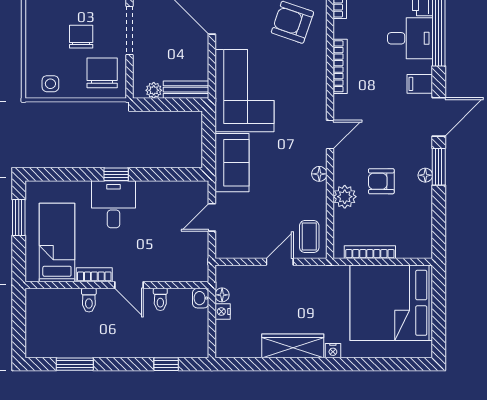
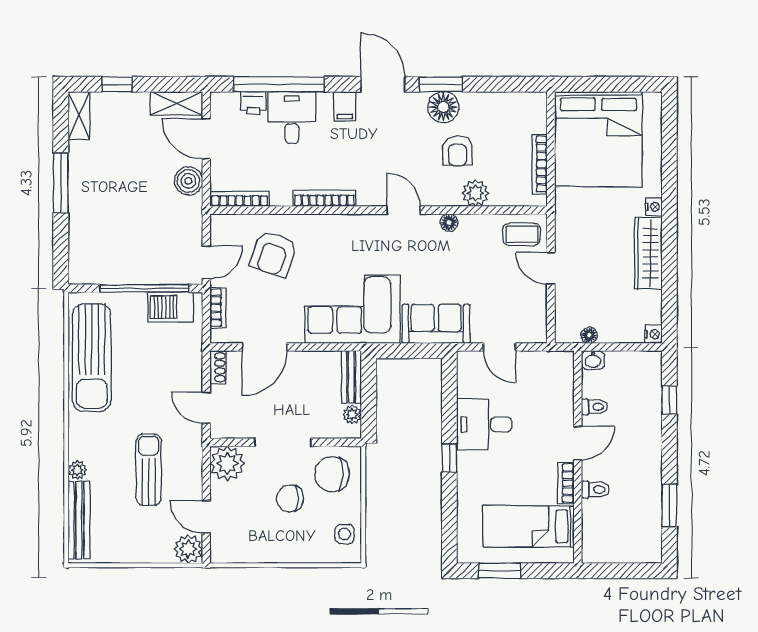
floor lamp: (425, 175) -> (443, 107), width x1.89, depth x1.89
desk: (114, 204) -> (484, 424), moved
nightstand: (223, 312) -> (653, 334), moved, turned -90

